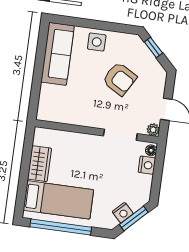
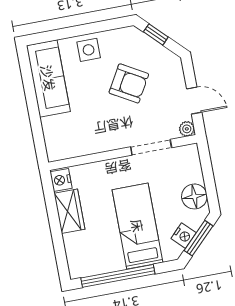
floor lamp: (151, 150) -> (194, 196), moved, width x1.89, depth x1.89
nightstand: (147, 165) -> (61, 180), moved, turned 180
bed: (58, 200) -> (137, 226), moved, turned -90

